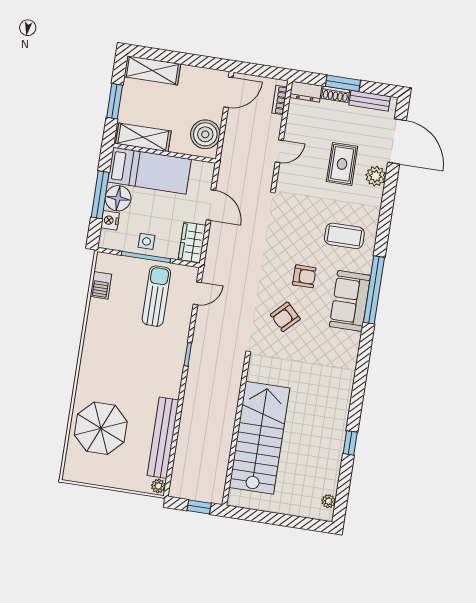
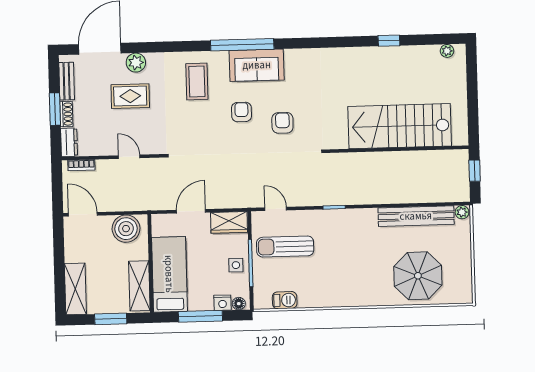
floor lamp: (118, 198) -> (239, 304), moved, width x0.53, depth x0.53
armchair: (285, 317) -> (282, 123), turned -135

